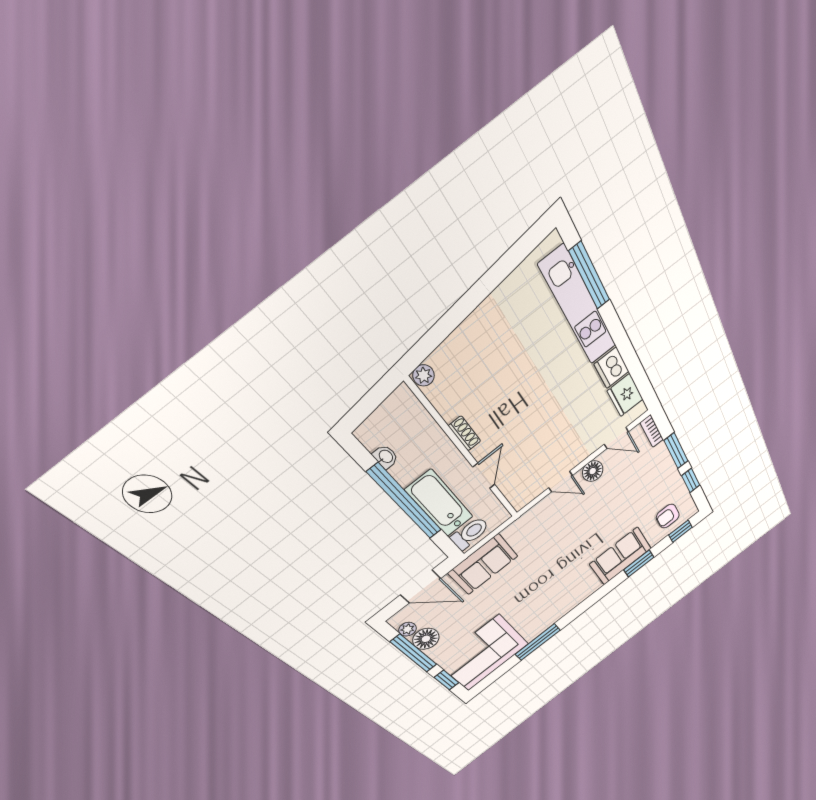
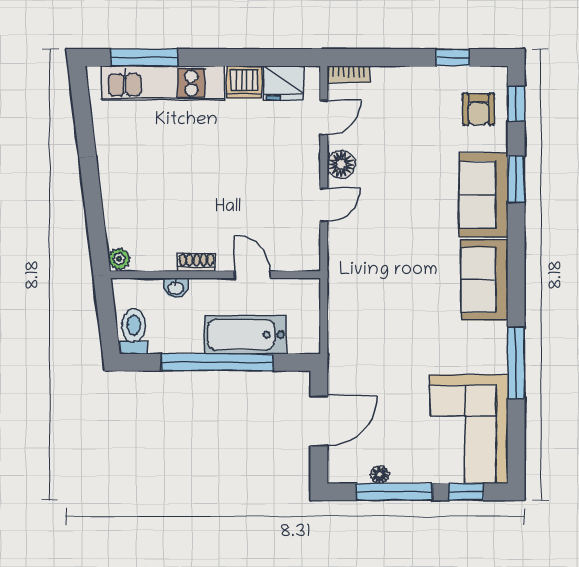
window: (676, 451) -> (397, 58), removed
washbasin: (386, 457) -> (176, 288), moved, turned 180
toilet: (470, 533) -> (134, 331), moved
sofa: (483, 564) -> (484, 280), moved, turned 180
plant: (408, 629) -> (358, 473), removed
floor lamp: (426, 639) -> (380, 475), width x0.53, depth x0.53

